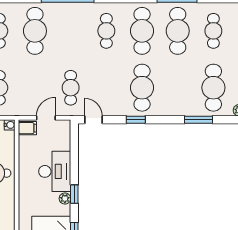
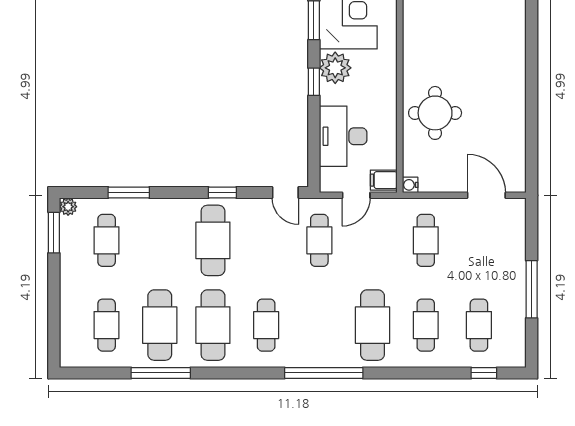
cafe table: (213, 88) -> (107, 240), width x0.73, depth x0.74
desk: (55, 171) -> (343, 136), moved
plant: (65, 199) -> (335, 68), width x1.88, depth x1.88

